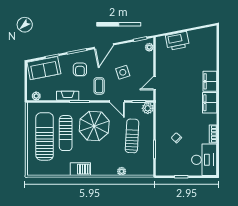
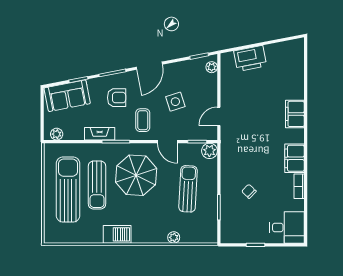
armchair: (80, 69) -> (117, 98), turned -90
filing cabinet: (210, 103) -> (295, 158), moved
desk: (204, 160) -> (287, 227), width x0.73

